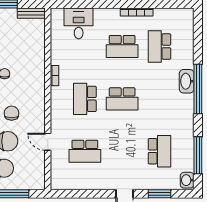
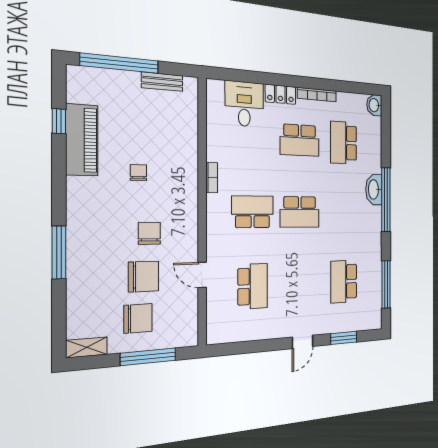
bench: (31, 13) -> (162, 82), moved
locker: (107, 14) -> (280, 94), added
school desk: (85, 99) -> (253, 212), turned 90
school desk: (85, 151) -> (253, 286), turned -90
school desk: (159, 151) -> (344, 282), turned 180
washbasin: (187, 180) -> (374, 105), moved

